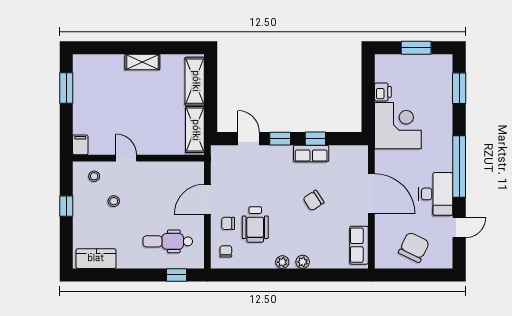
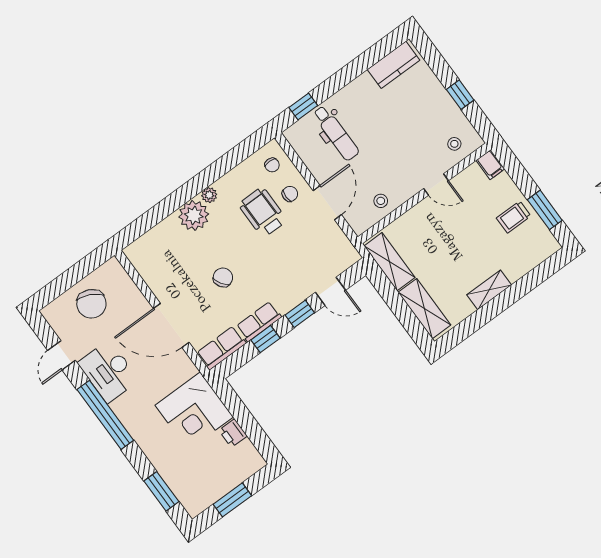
trolley: (90, 99) -> (514, 217), added
stool: (114, 201) -> (381, 201), moved
dental chair: (168, 241) -> (336, 133), turned 90
row of seats: (359, 245) -> (221, 348), moved, turned -90
plant: (303, 262) -> (194, 215), width x1.88, depth x1.88

